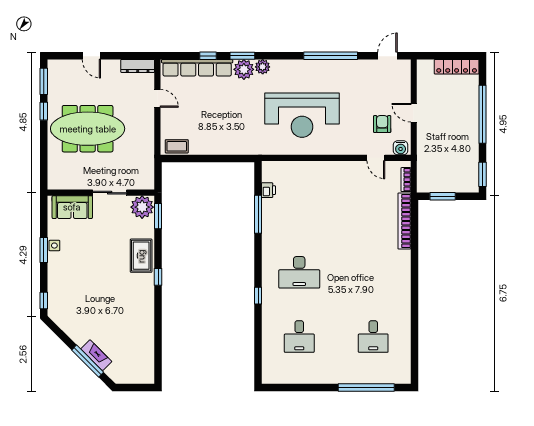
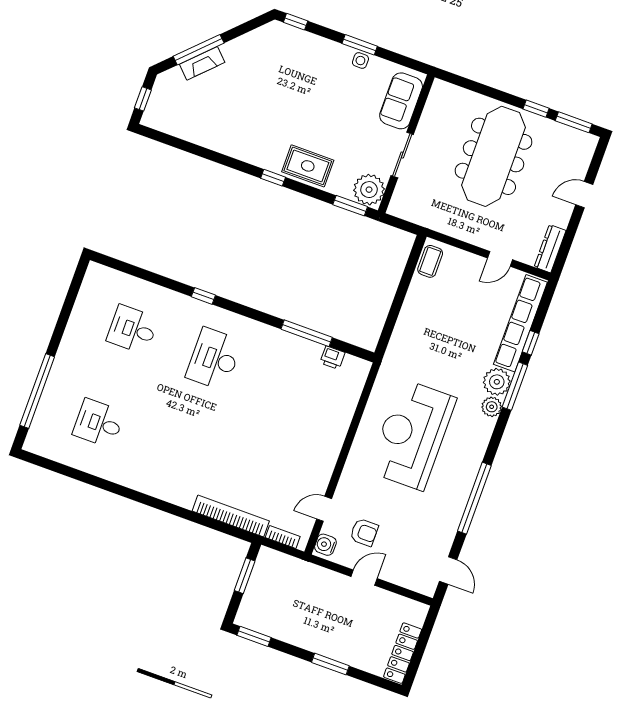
window: (242, 56) -> (515, 386), width x1.44
window: (482, 114) -> (330, 664), width x0.47
window: (136, 387) -> (143, 99), added

